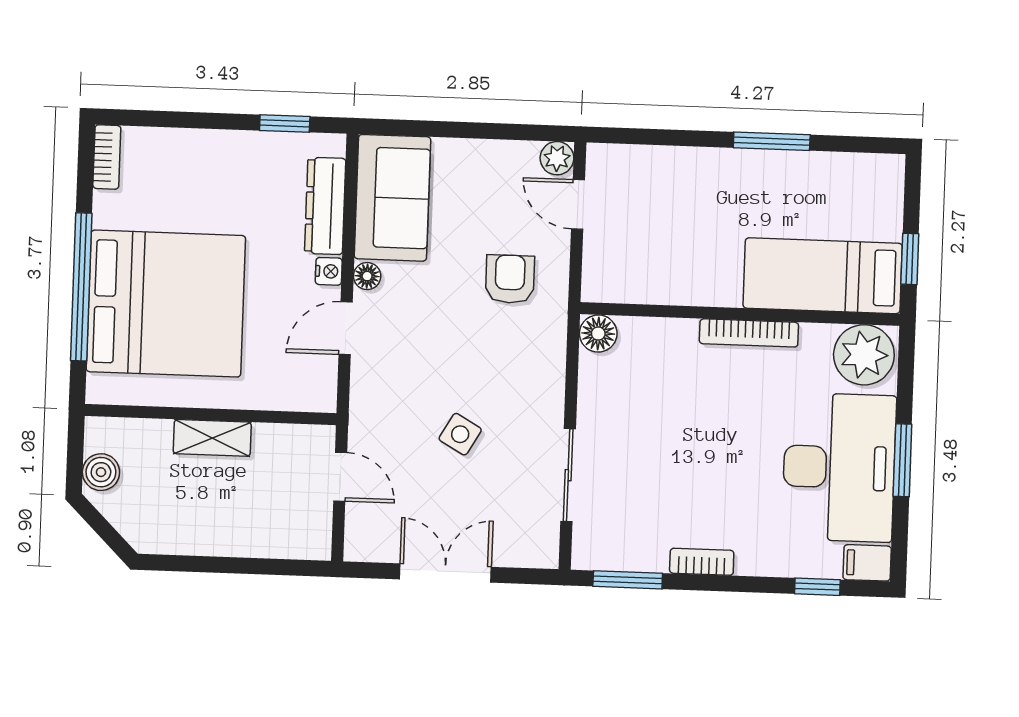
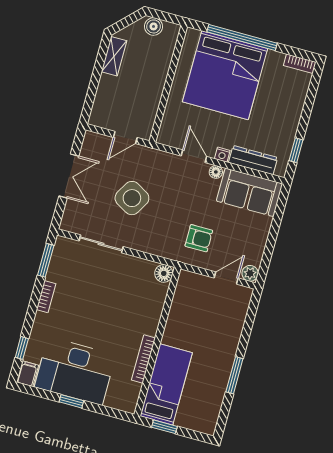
bookcase: (749, 333) -> (143, 359), moved
plant: (864, 355) -> (125, 395), removed
side table: (460, 434) -> (132, 198), width x1.87, depth x1.87
shelving: (212, 438) -> (114, 56), moved
window: (902, 460) -> (71, 401), width x0.67

